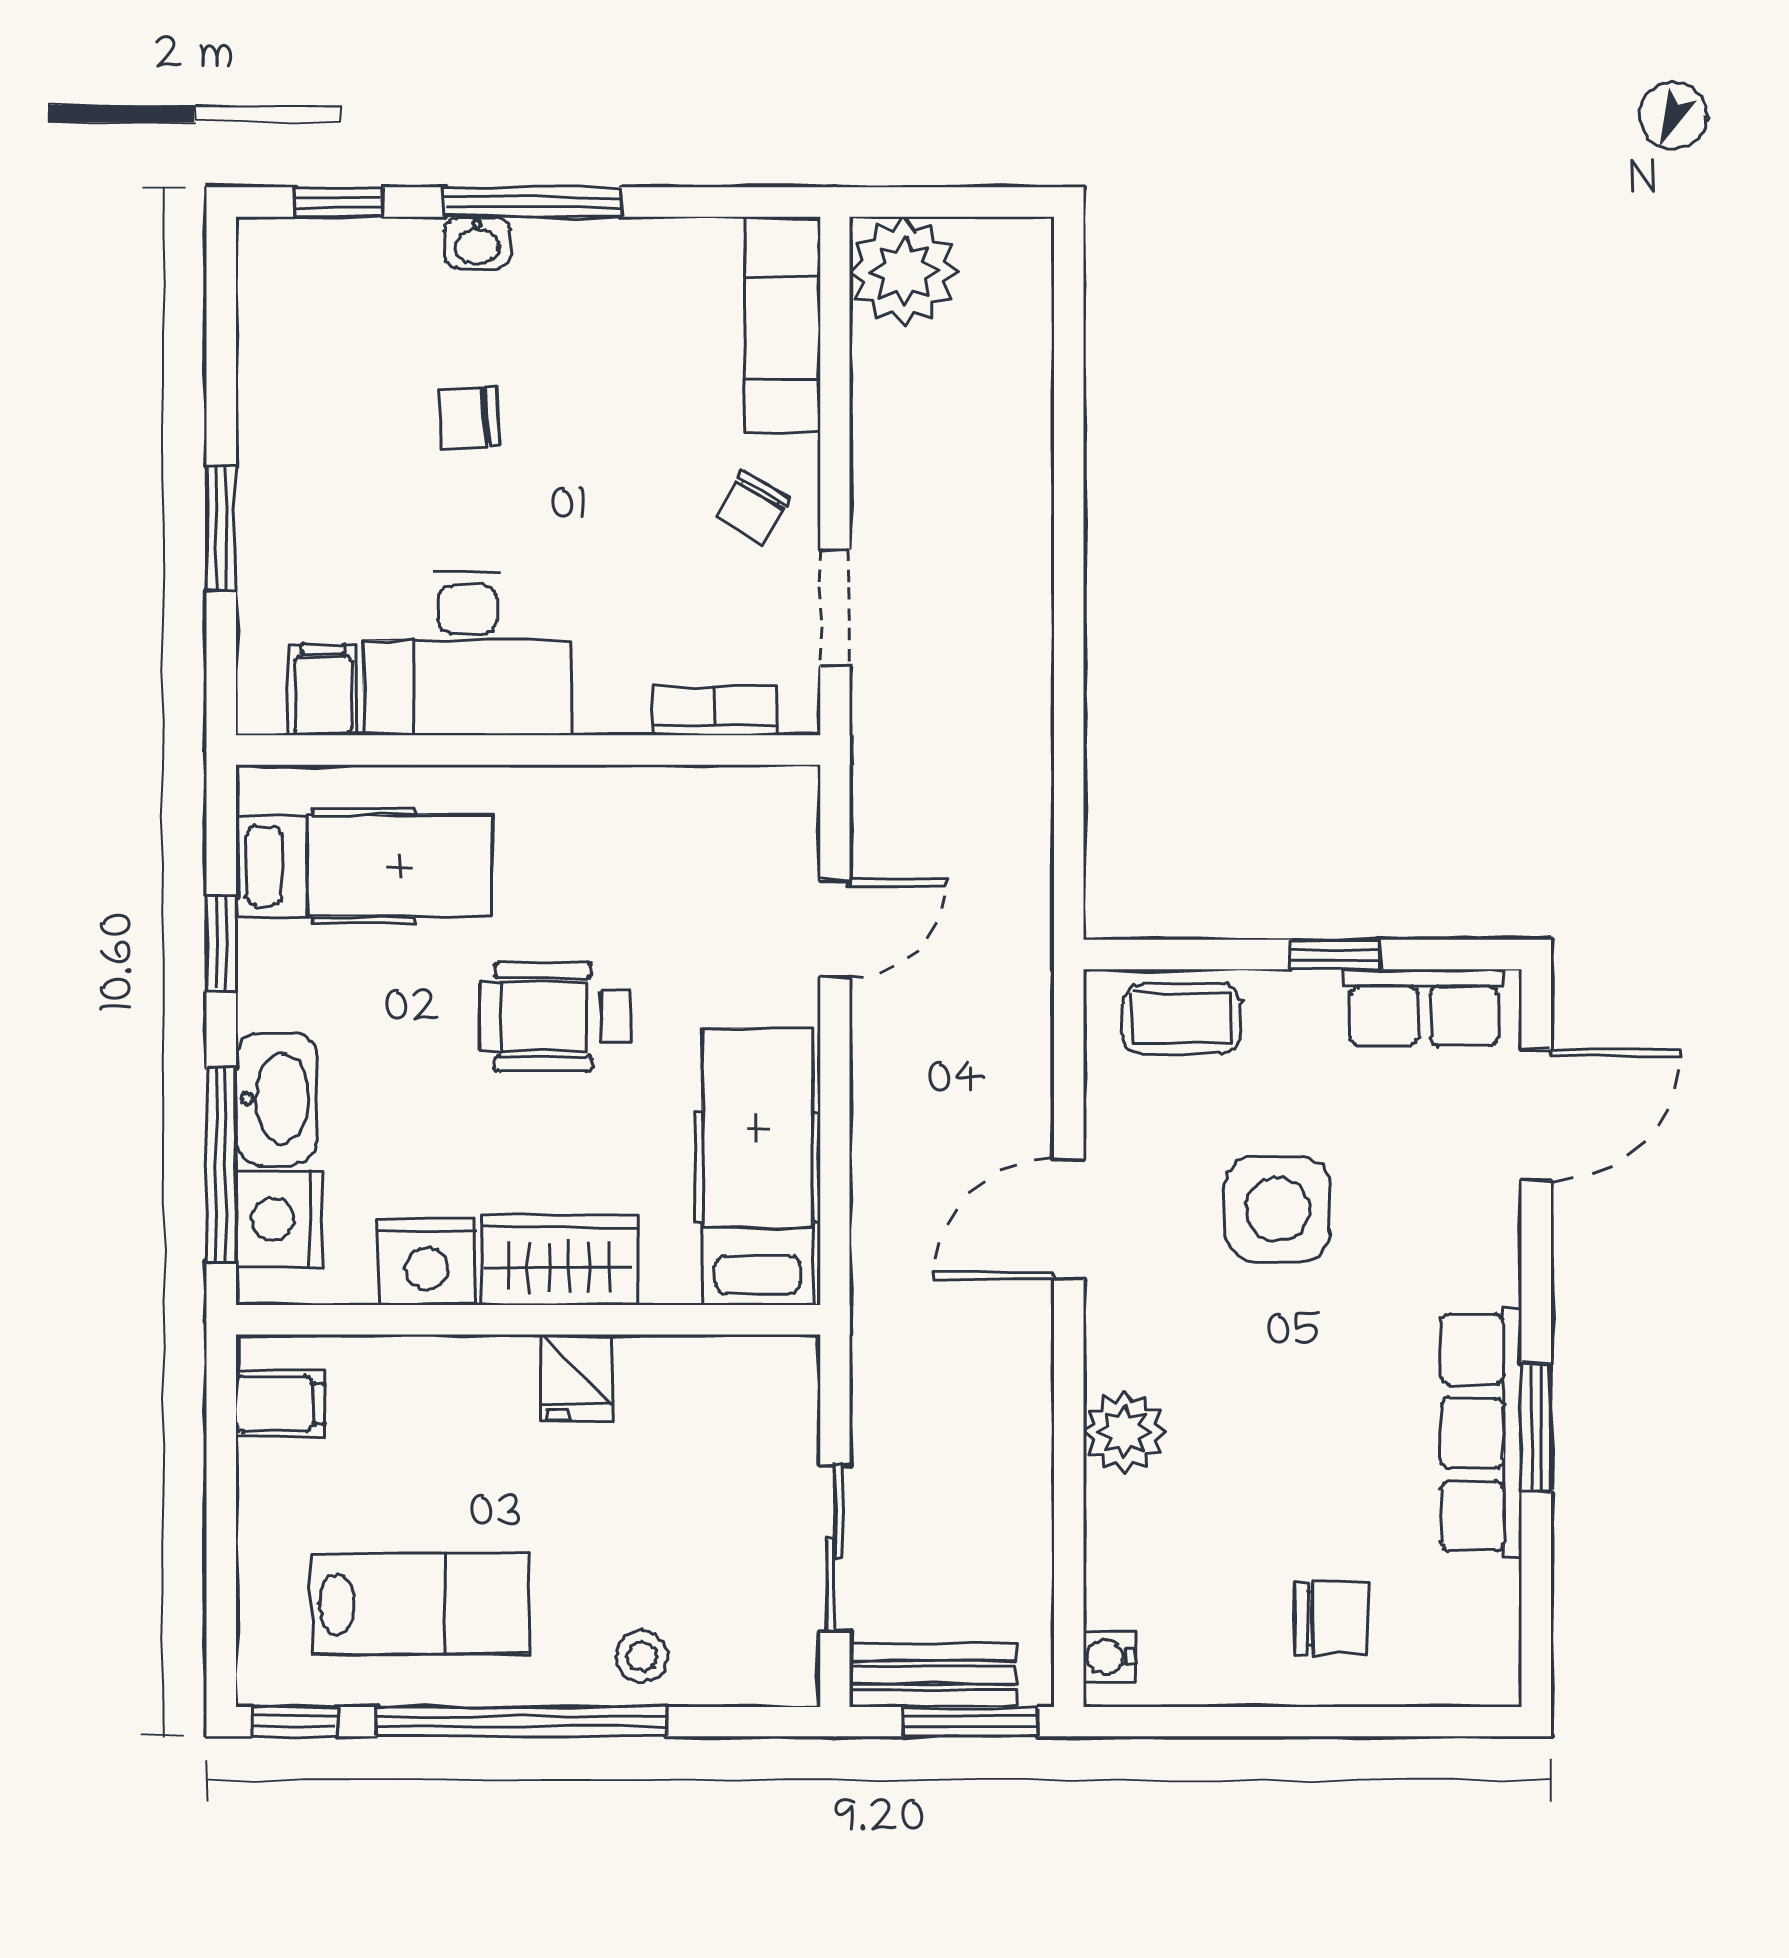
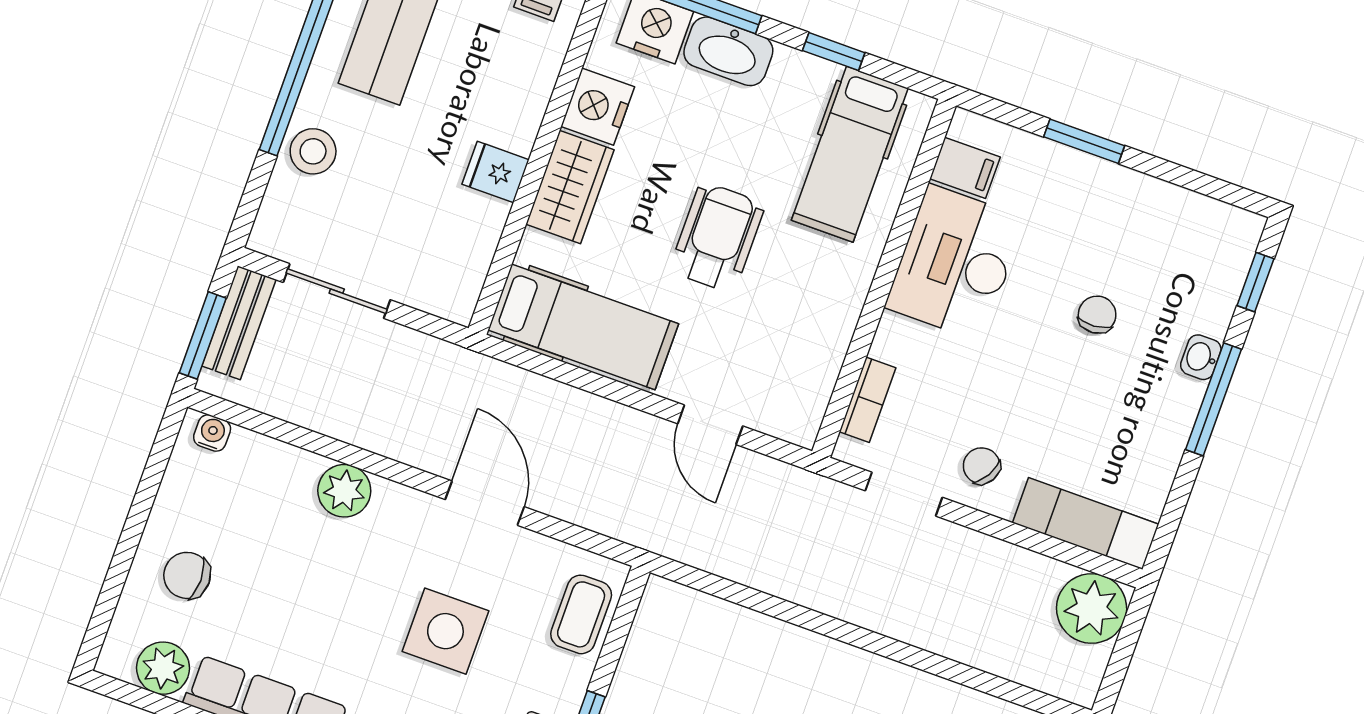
plant: (1481, 1605) -> (163, 668), added
chair: (1332, 1618) -> (187, 575), turned 90
stool: (642, 1656) -> (313, 151), width x1.37, depth x1.37

